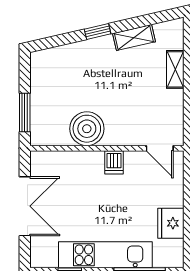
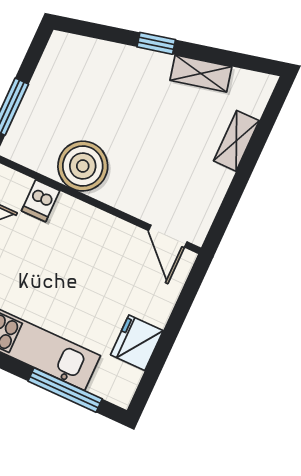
dishwasher: (114, 162) -> (41, 201), moved

